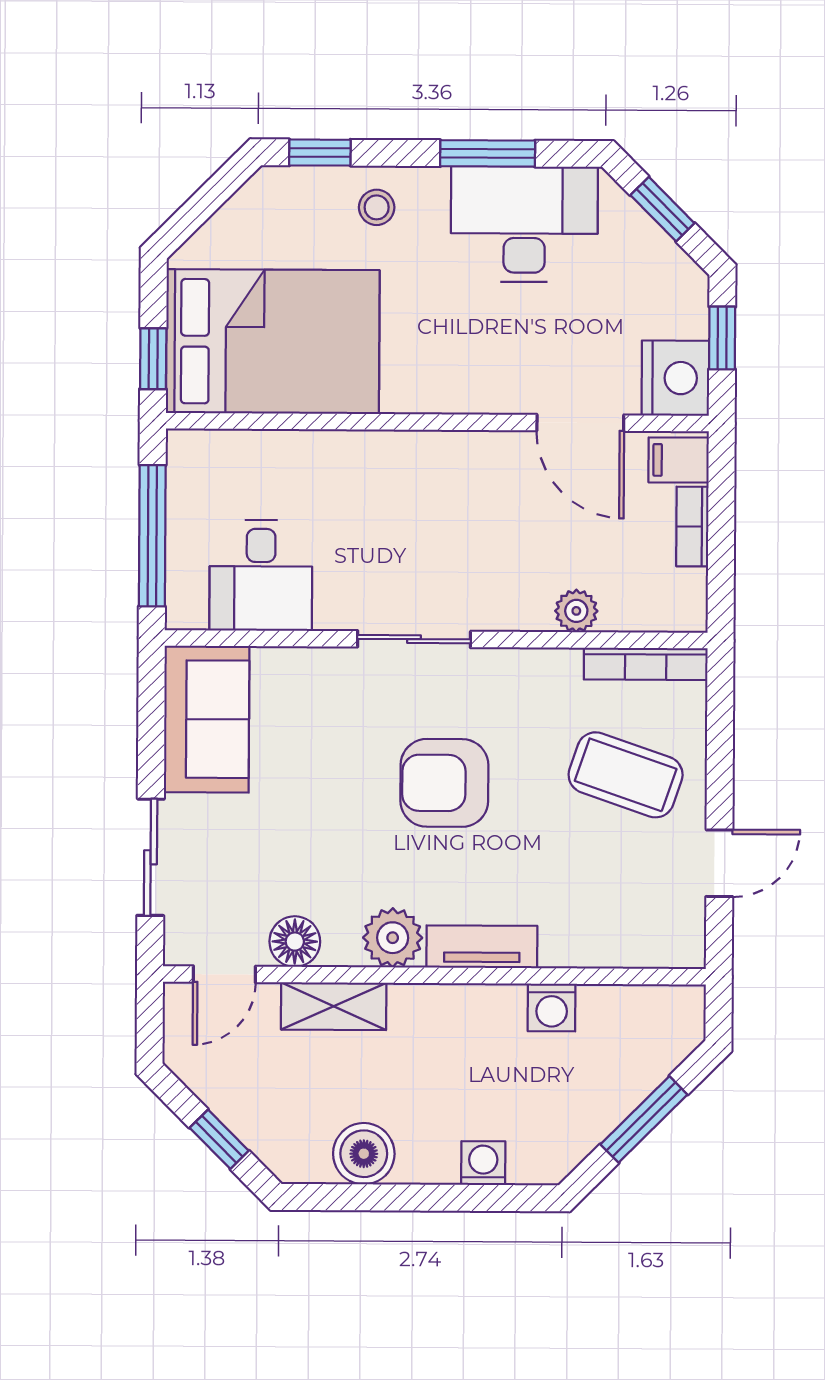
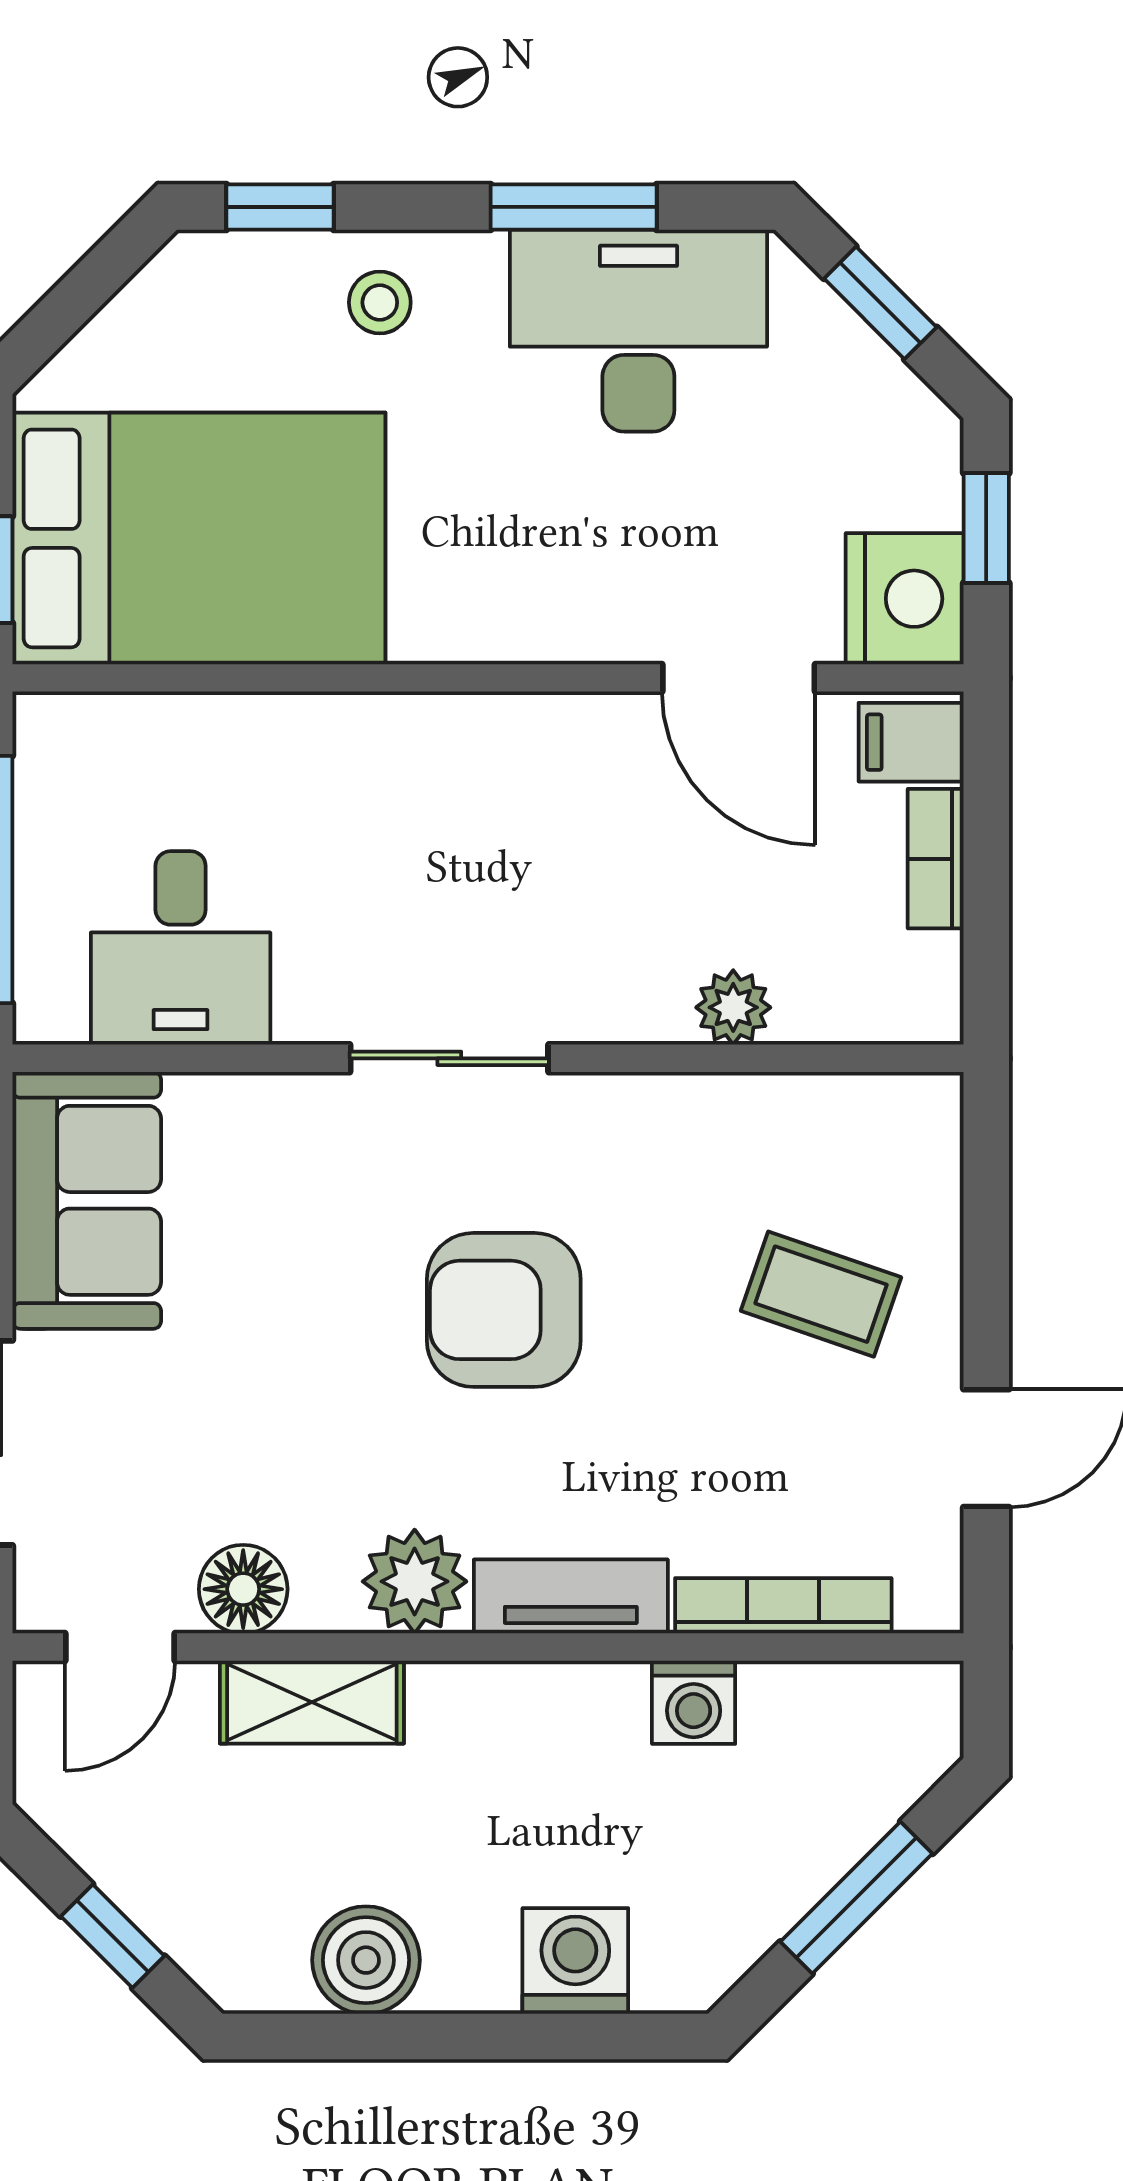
bookcase: (646, 664) -> (783, 1606), moved, turned 180
coffee table: (626, 775) -> (821, 1294), width x0.73, depth x0.77
washing machine: (483, 1163) -> (575, 1961), width x1.38, depth x1.38

